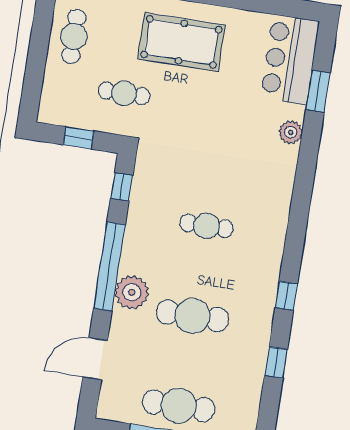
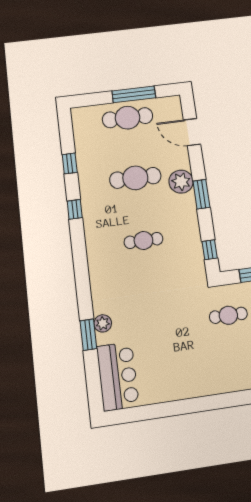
pool table: (181, 42) -> (199, 365), removed
window: (318, 91) -> (88, 335), moved
window: (109, 266) -> (201, 194), width x0.47
door: (95, 359) -> (192, 132), swing flipped

